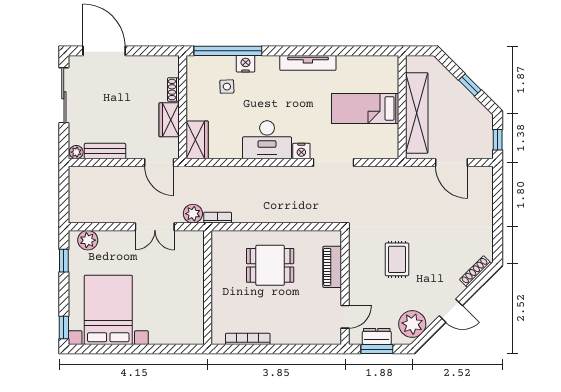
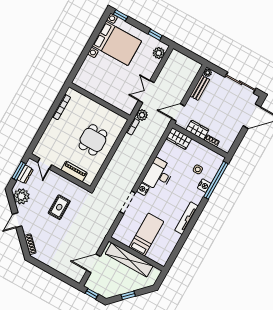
rug: (397, 259) -> (59, 207), turned 90

